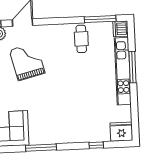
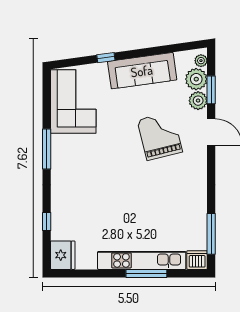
cafe table: (81, 39) -> (186, 208), removed
grand piano: (27, 62) -> (160, 136), turned -90

